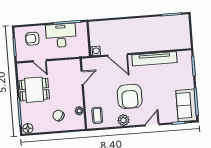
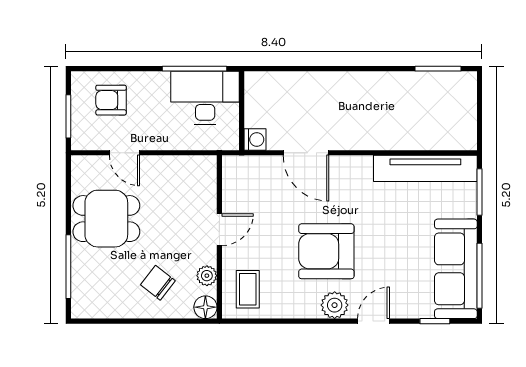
desk: (61, 35) -> (205, 98), moved
tv unit: (154, 59) -> (425, 168), moved
door: (82, 78) -> (219, 230), moved
armchair: (130, 96) -> (326, 251), turned 90
sofa: (186, 105) -> (456, 269), width x1.36
plant: (123, 120) -> (335, 305), moved
floor lamp: (28, 128) -> (205, 307), moved

